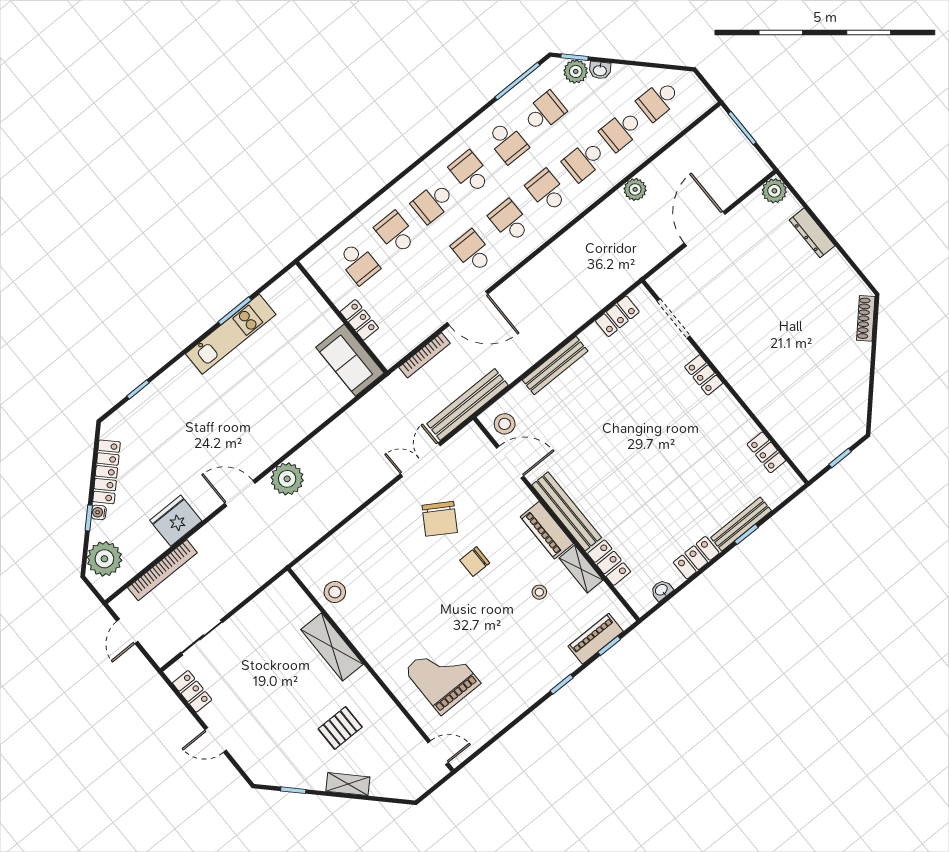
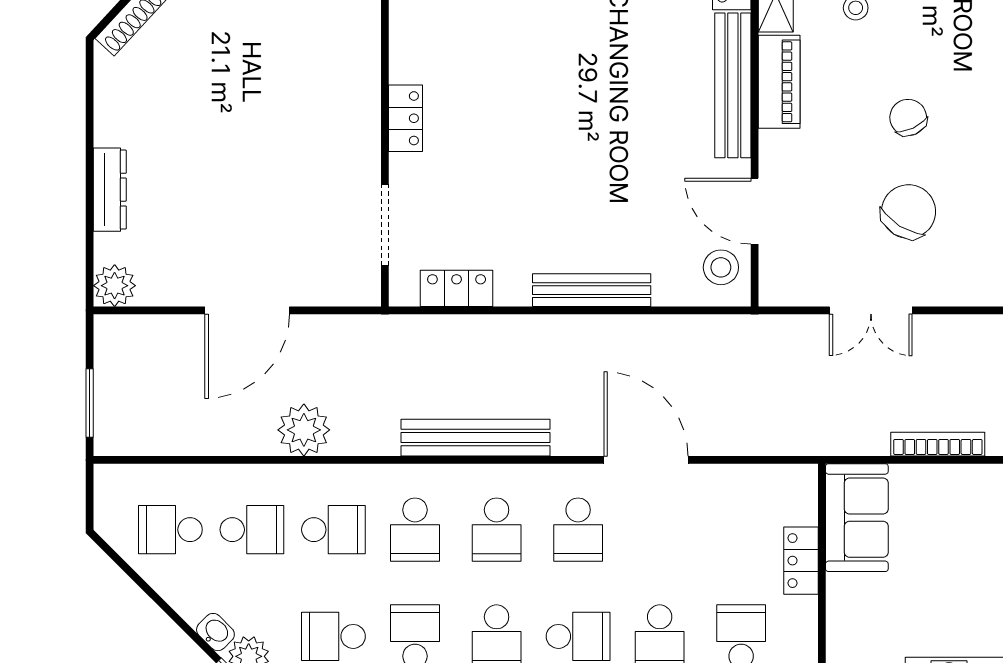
school desk: (658, 100) -> (170, 530), turned 180
plant: (635, 189) -> (304, 430), width x1.36, depth x1.36
bookcase: (424, 355) -> (938, 444), moved
bench: (468, 405) -> (476, 438), moved
chair: (475, 562) -> (908, 118), turned -115

